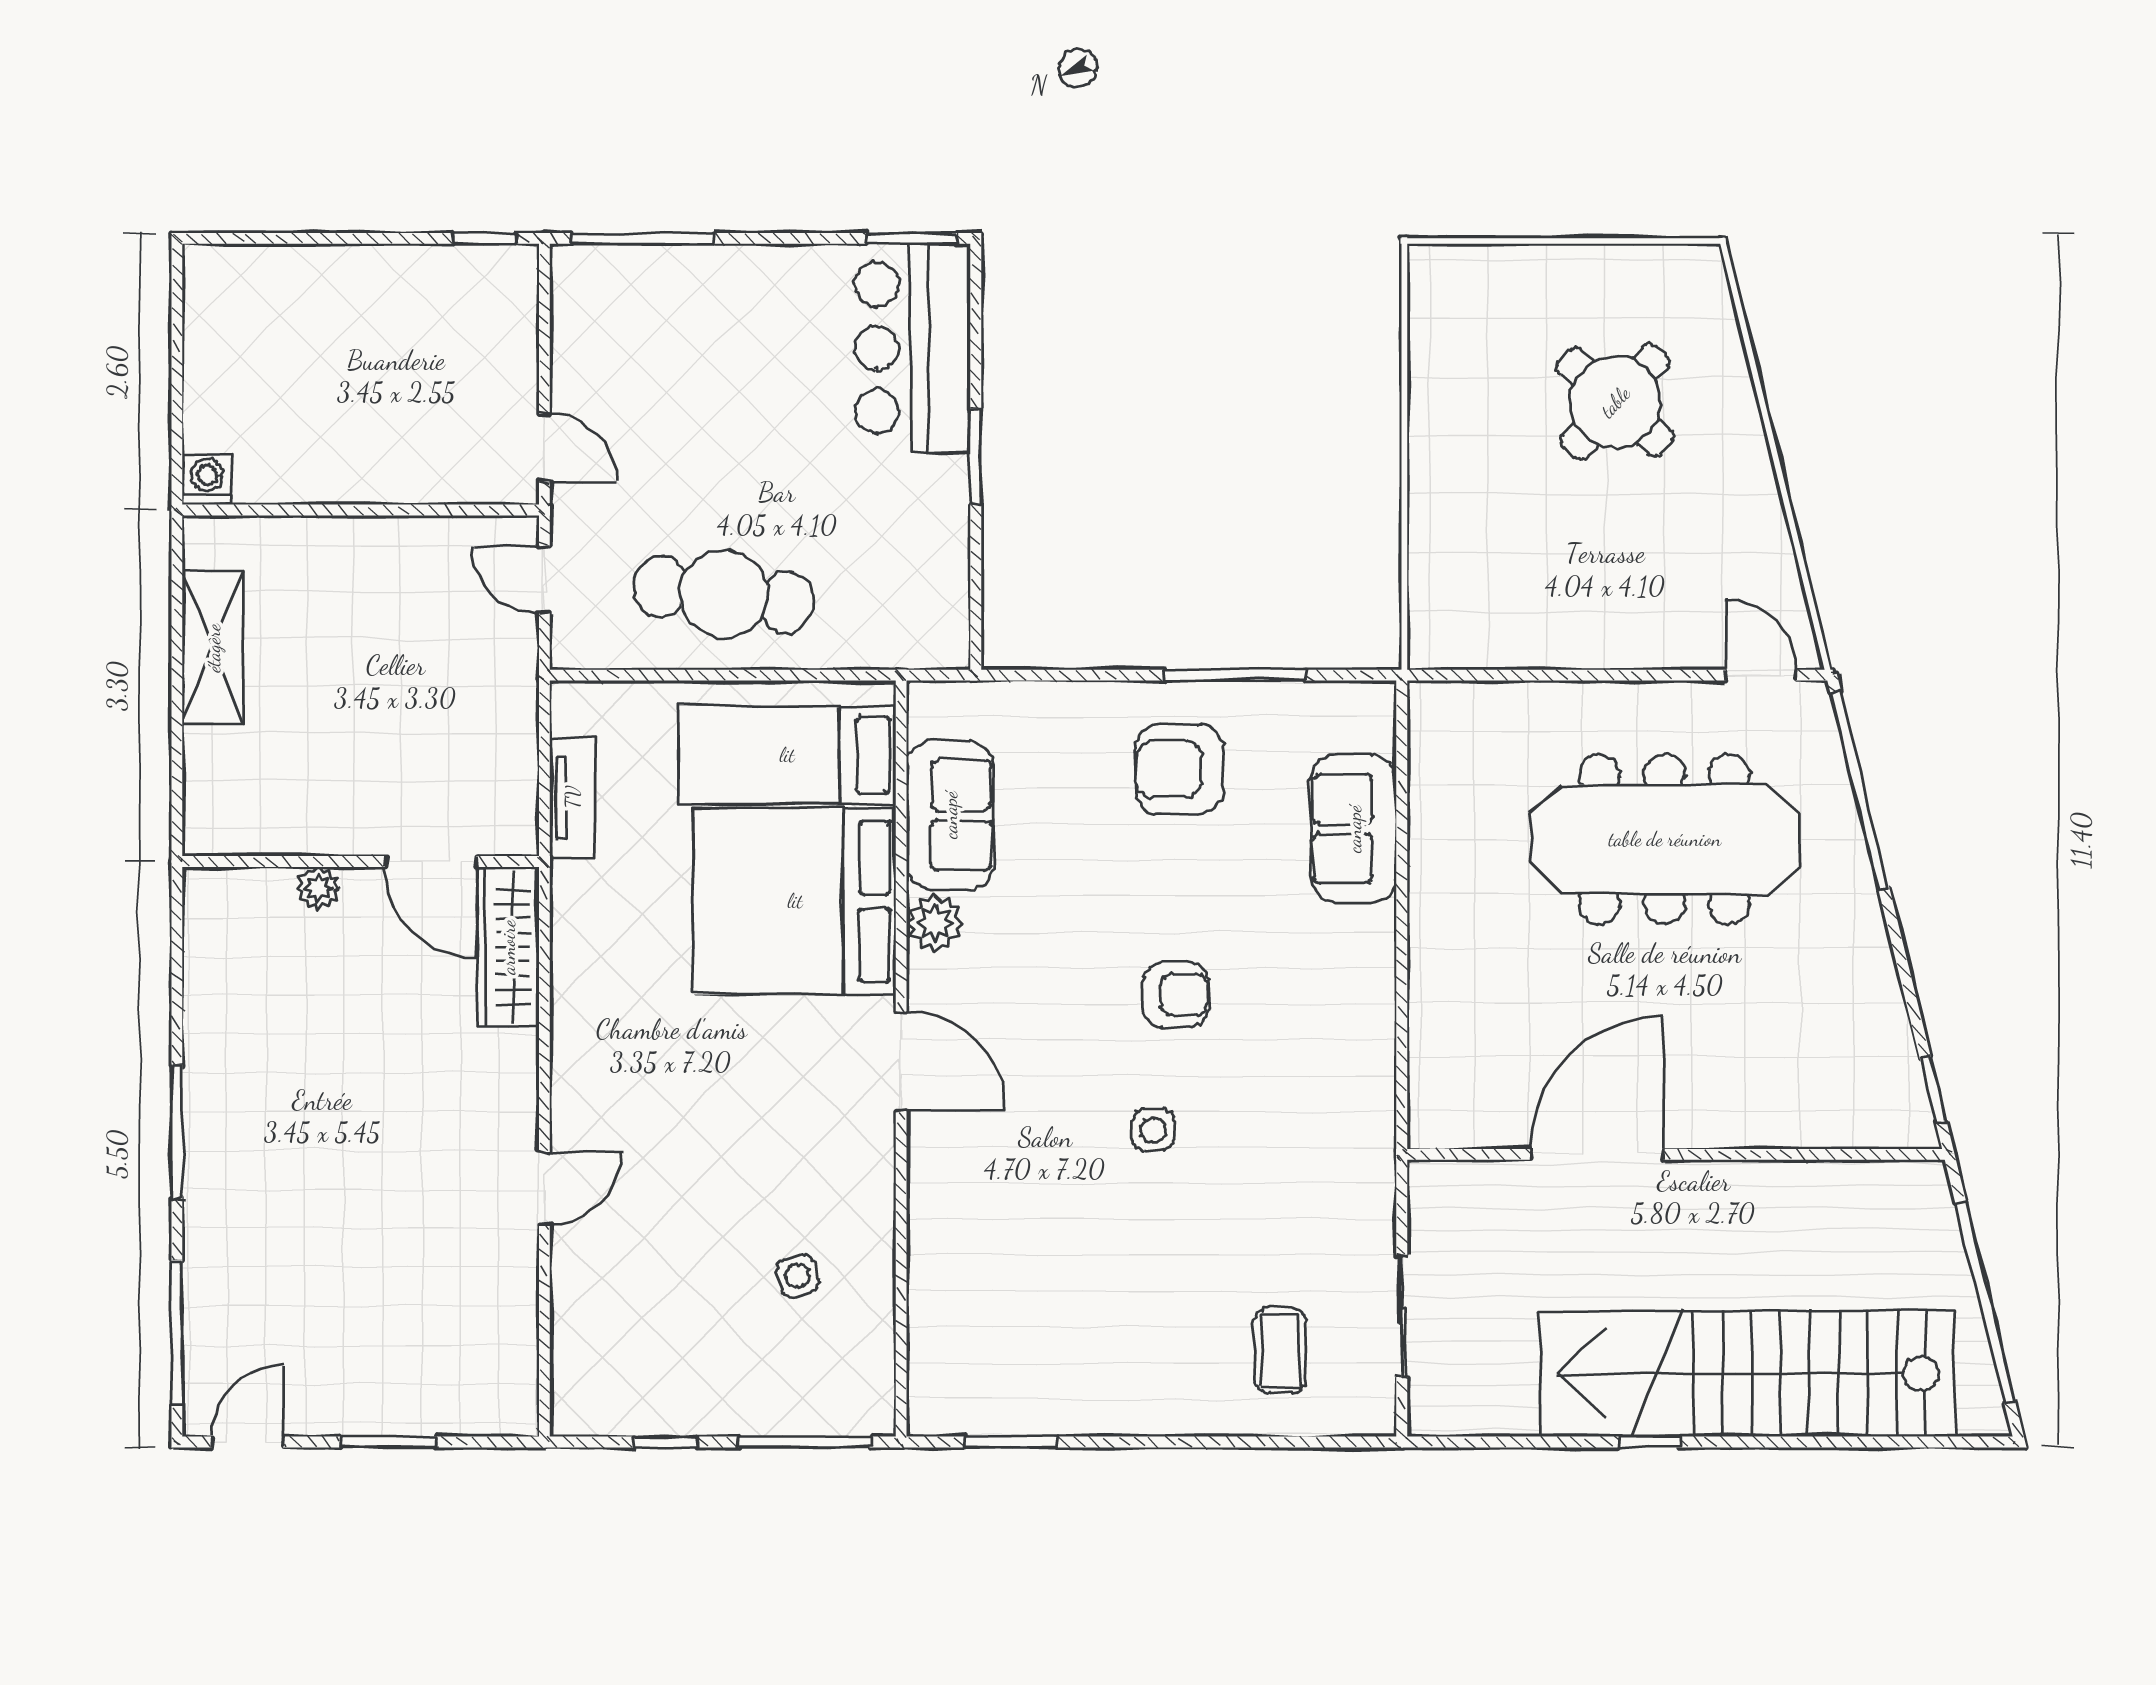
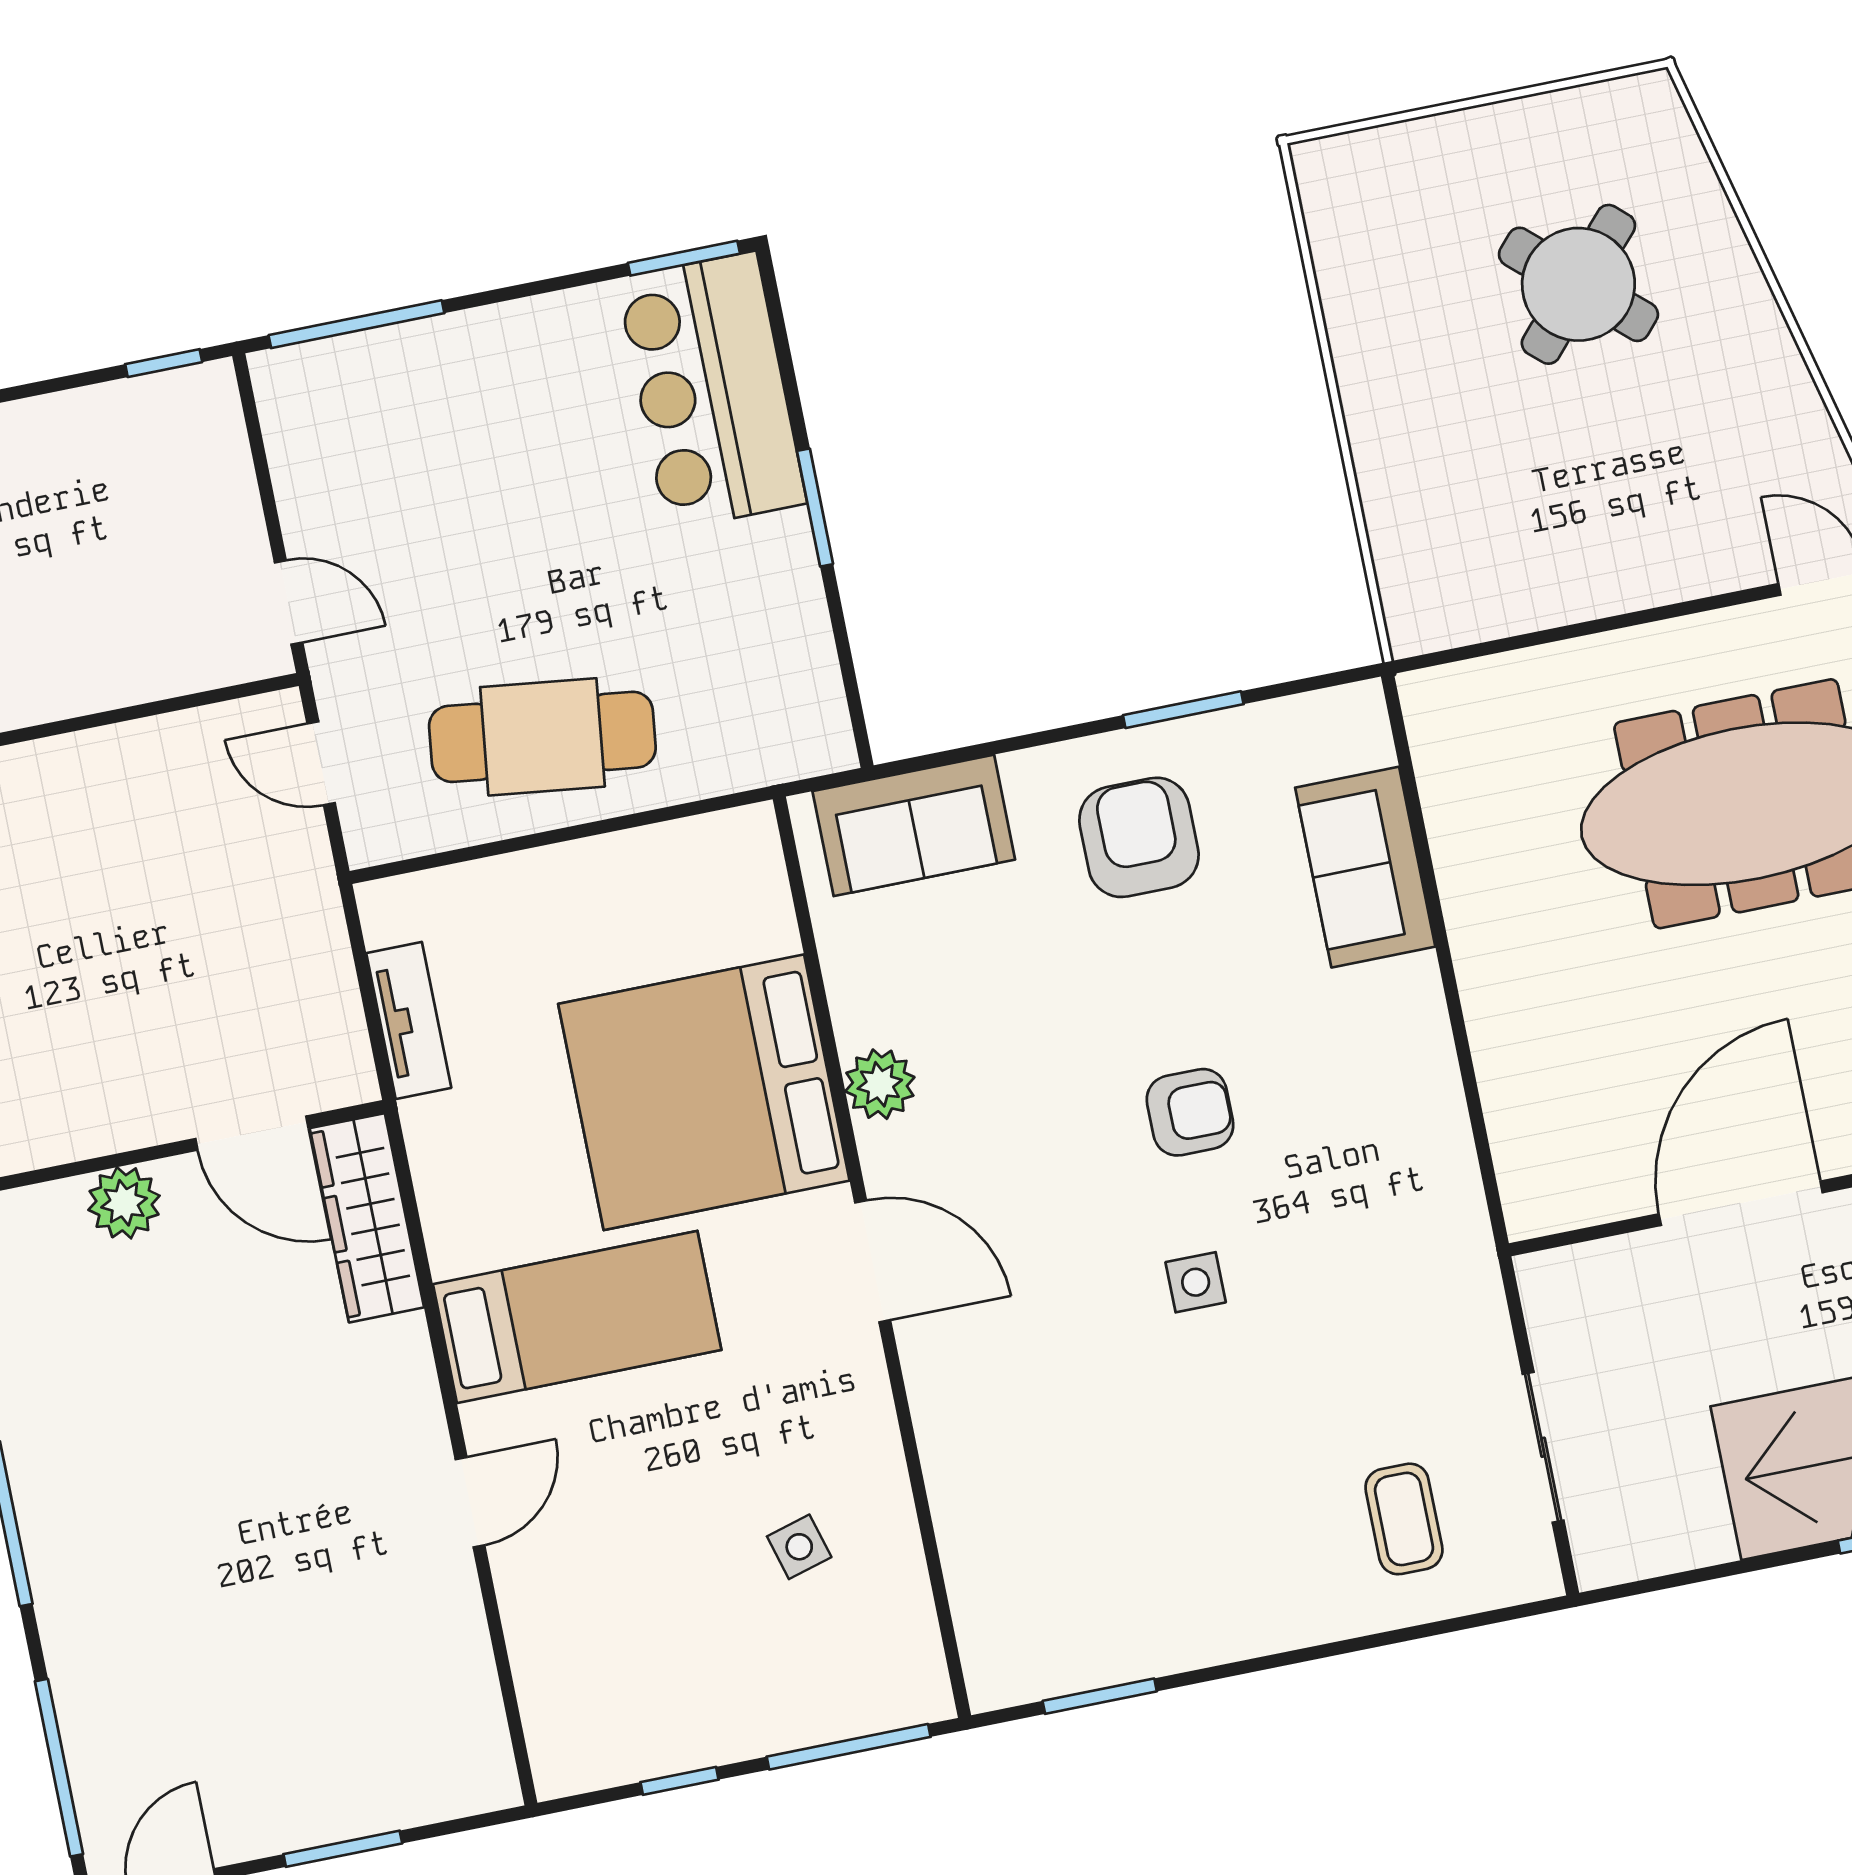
window: (1235, 675) -> (1183, 710), width x0.69
bed: (787, 755) -> (577, 1317), moved, turned 180
armchair: (1179, 769) -> (1139, 837), turned 90
sofa: (950, 815) -> (914, 825), moved, turned 90
plant: (318, 888) -> (124, 1203), width x1.38, depth x1.38

